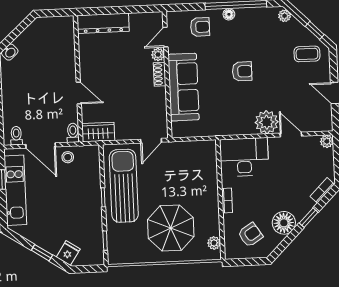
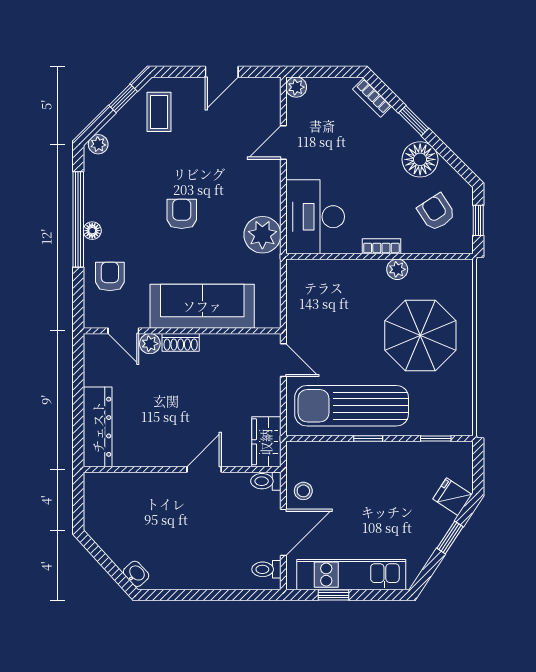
plant: (267, 122) -> (262, 235), moved
plant: (214, 243) -> (397, 269), moved
window: (246, 262) -> (478, 220), added

